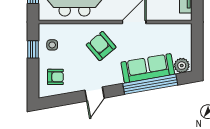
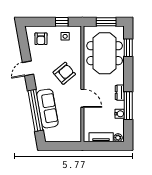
plant: (182, 66) -> (50, 134), removed
door: (95, 94) -> (28, 68), hinge flipped

